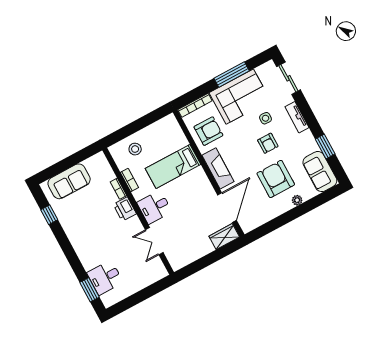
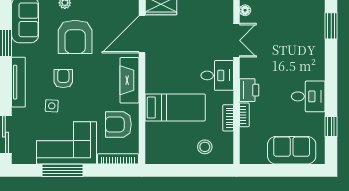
tv unit: (297, 117) -> (18, 82), width x1.41
floor lamp: (160, 267) -> (245, 10), added
desk: (105, 278) -> (308, 96), moved

